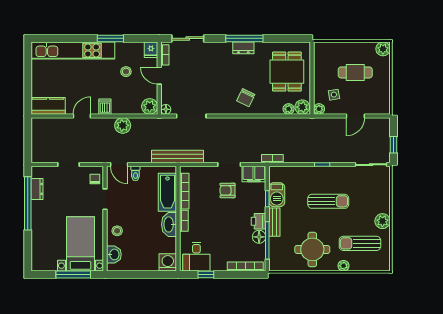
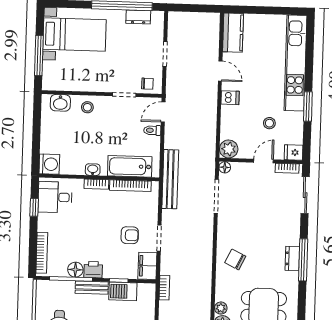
plant: (123, 125) -> (208, 117), removed
armchair: (228, 190) -> (130, 235), turned 90
washbasin: (169, 224) -> (93, 170), width x0.52, depth x0.69
bed with nightstands: (80, 244) -> (75, 34), moved

